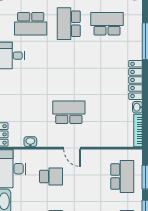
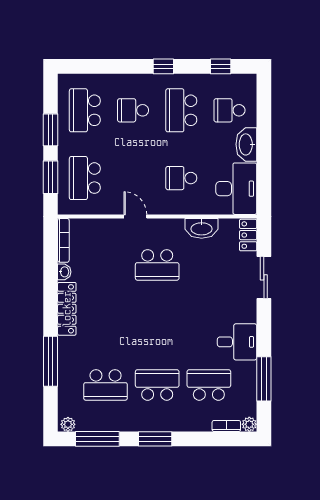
school desk: (69, 24) -> (157, 385), turned -90
washbasin: (30, 142) -> (202, 228), width x1.91, depth x1.45
door: (72, 148) -> (135, 216), moved

